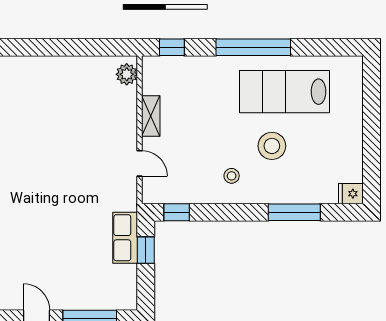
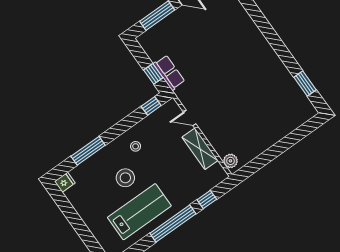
window: (172, 47) -> (207, 200), moved
shelving: (151, 116) -> (200, 149), width x1.50, depth x1.33

